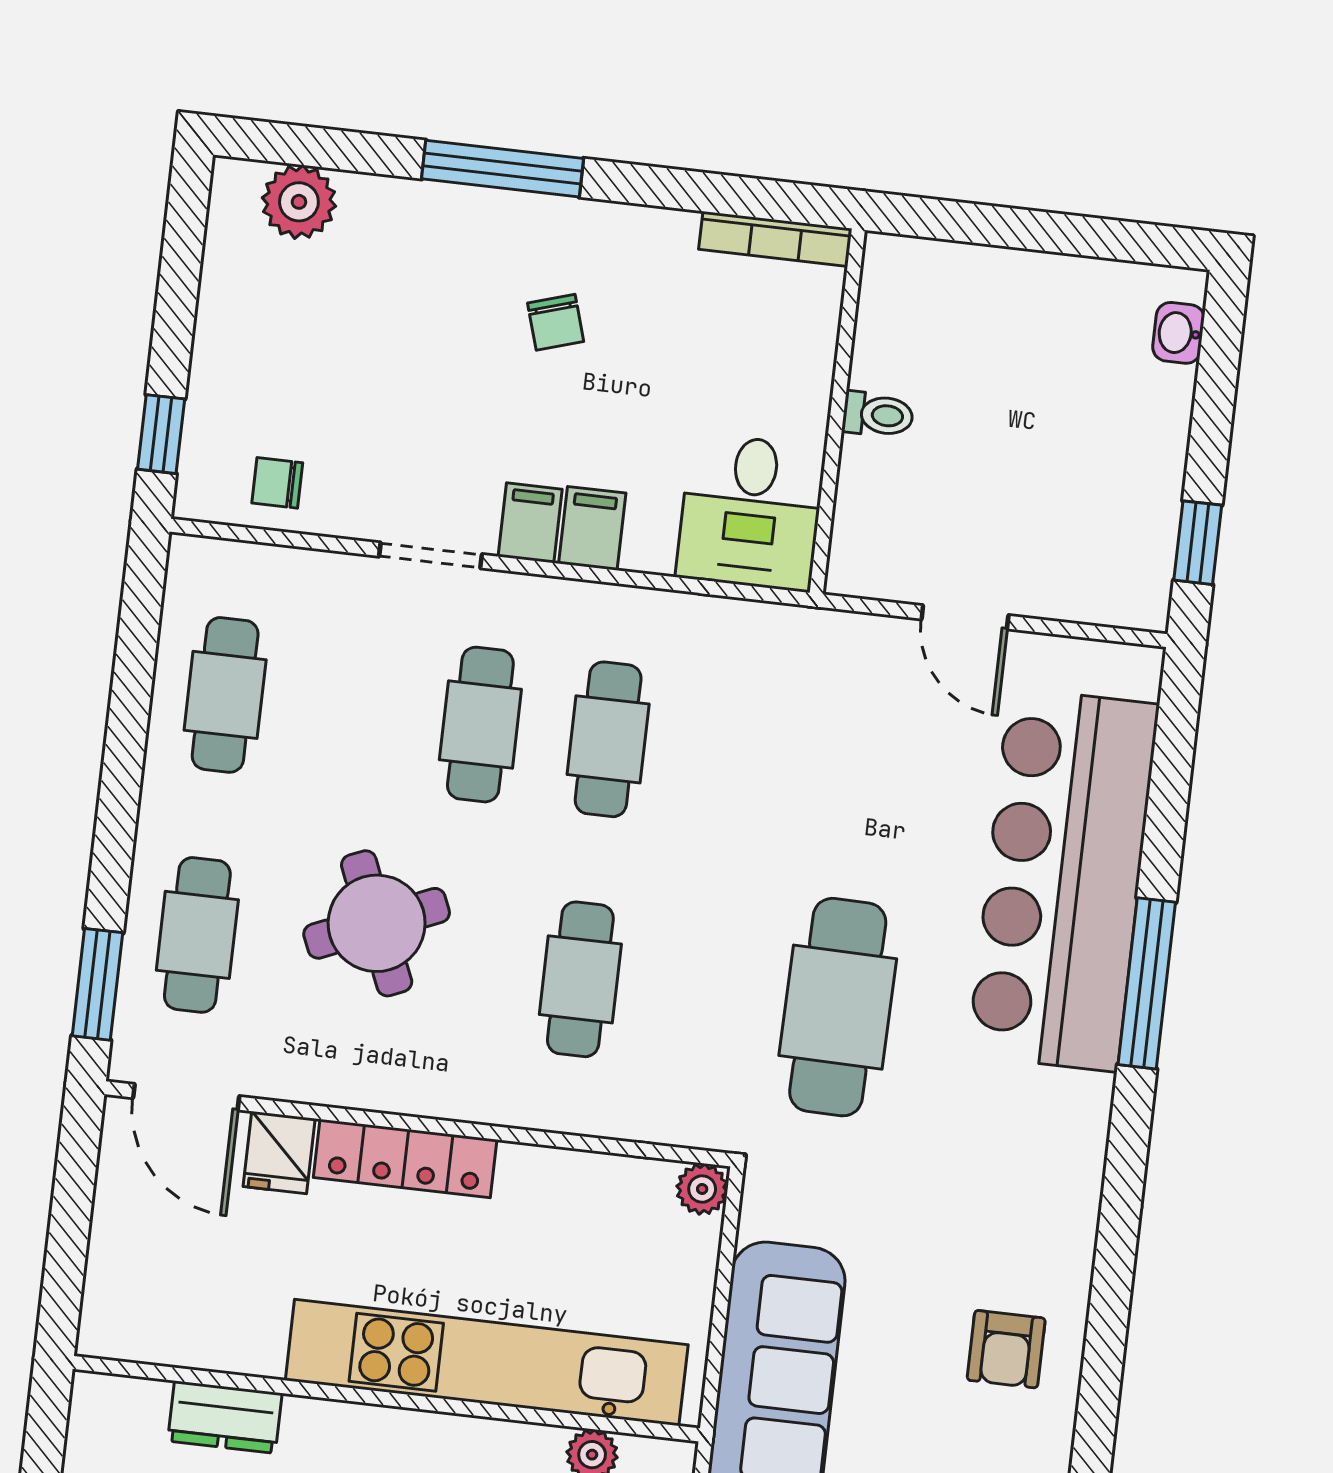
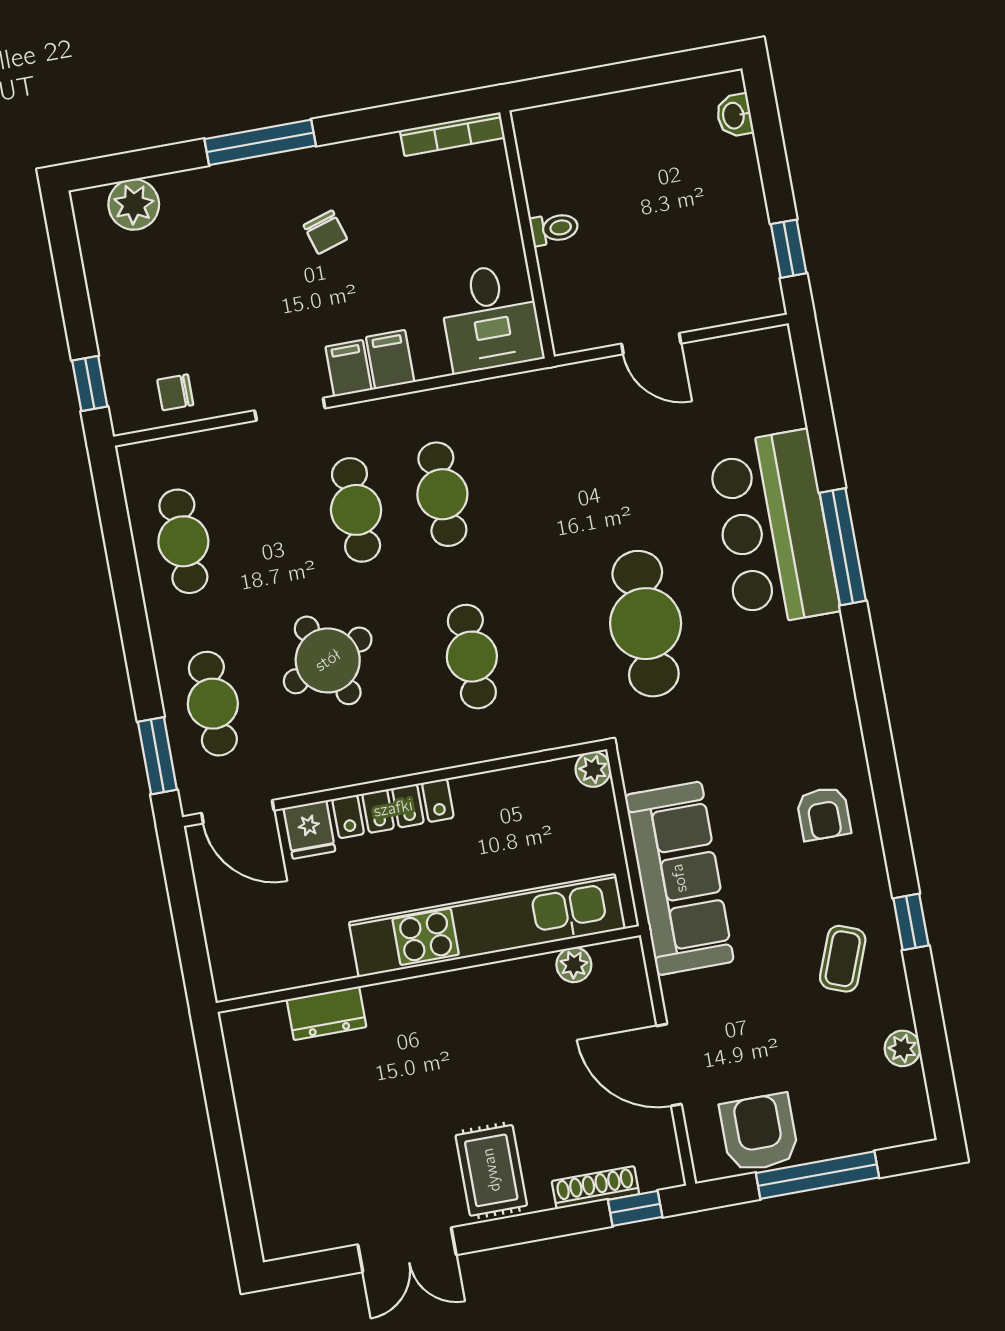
bar counter: (1063, 880) -> (774, 529), width x0.73

